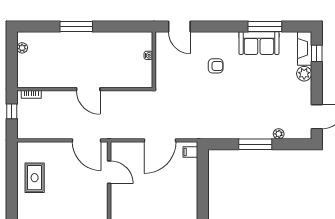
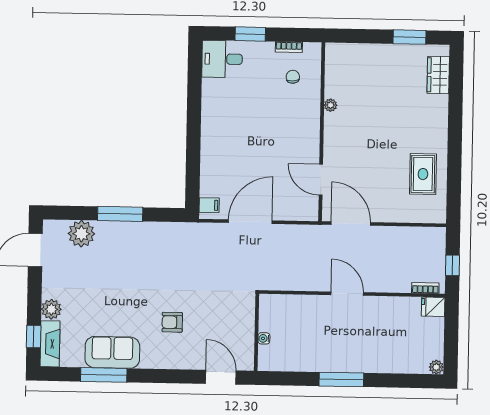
window: (76, 26) -> (341, 380), moved
plant: (22, 48) -> (436, 367), moved
fridge: (25, 81) -> (433, 307), added
plant: (279, 134) -> (81, 234), width x1.88, depth x1.88

